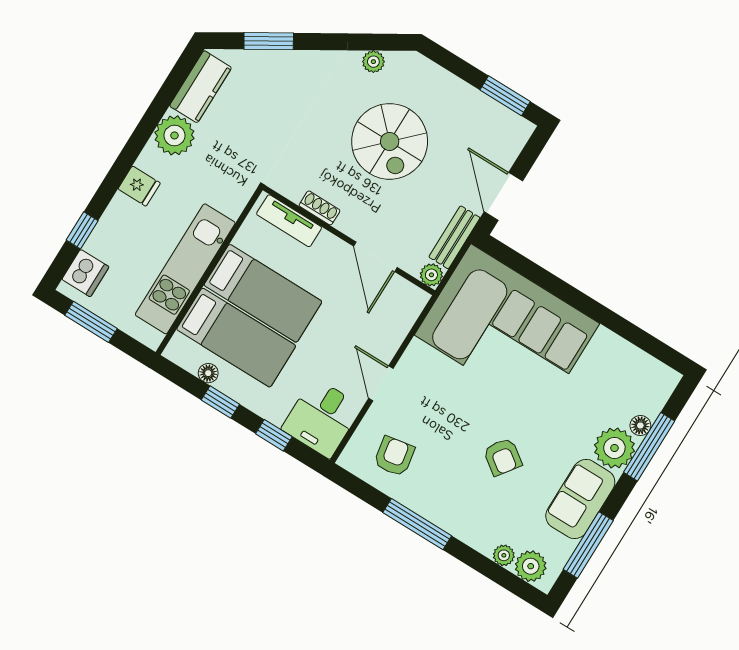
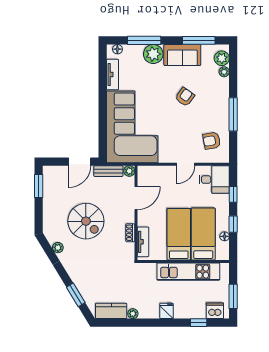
plant: (174, 135) -> (133, 314), width x0.53, depth x0.53
spiral stairs: (390, 141) -> (86, 221), turned 90
tv unit: (623, 352) -> (113, 75), added
floor lamp: (640, 425) -> (117, 49), moved

